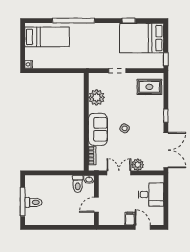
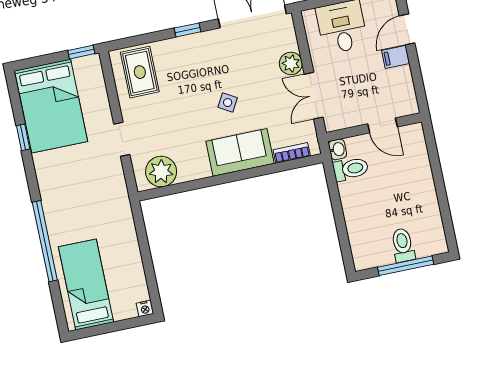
plant: (97, 97) -> (161, 172), moved

